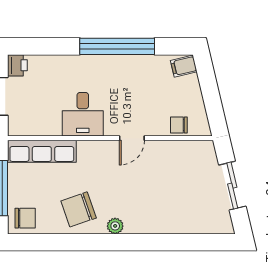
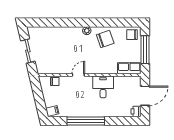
row of seats: (42, 151) -> (129, 68), width x0.68

